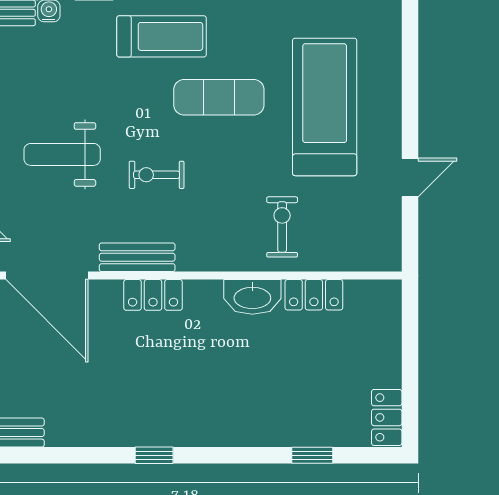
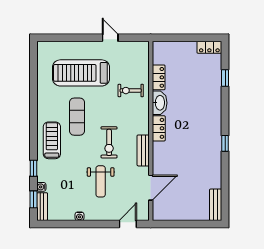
exercise bike: (157, 175) -> (109, 142), width x1.38, depth x1.39
door: (47, 276) -> (151, 188), width x0.73
locker: (153, 295) -> (159, 128), moved

